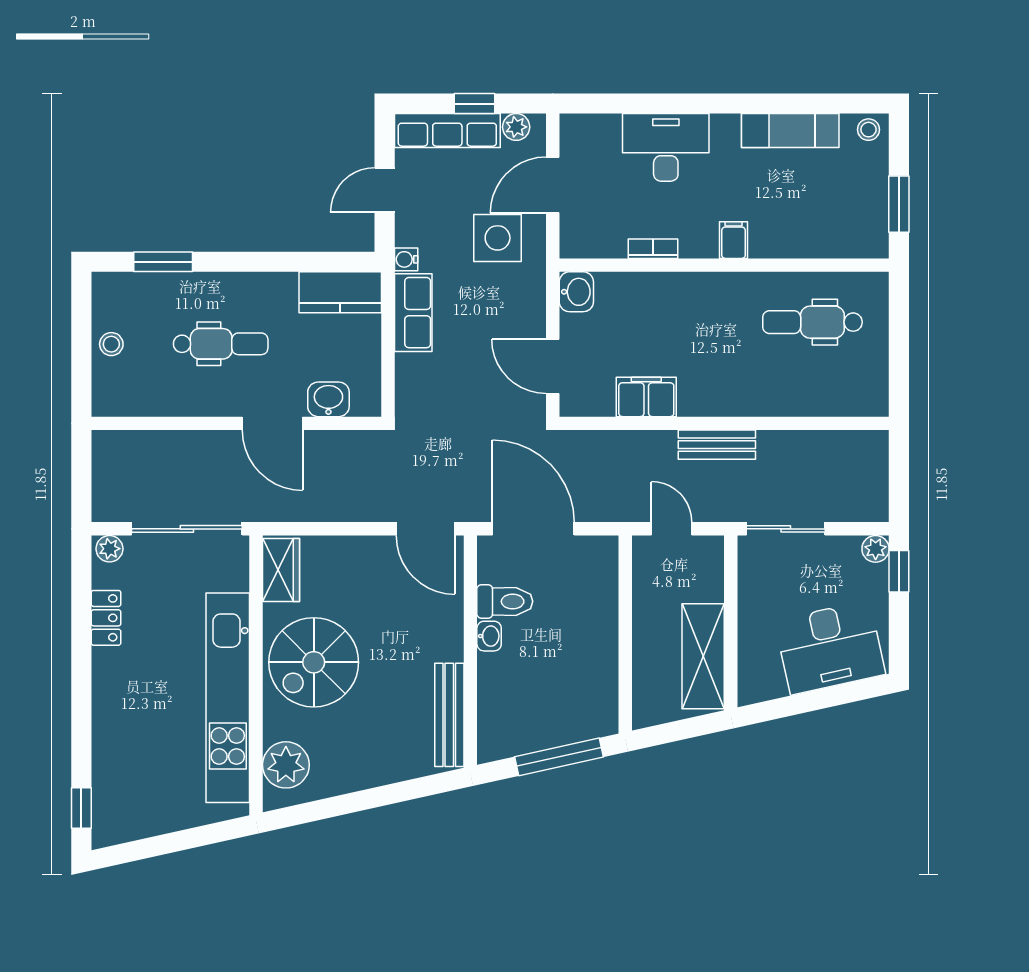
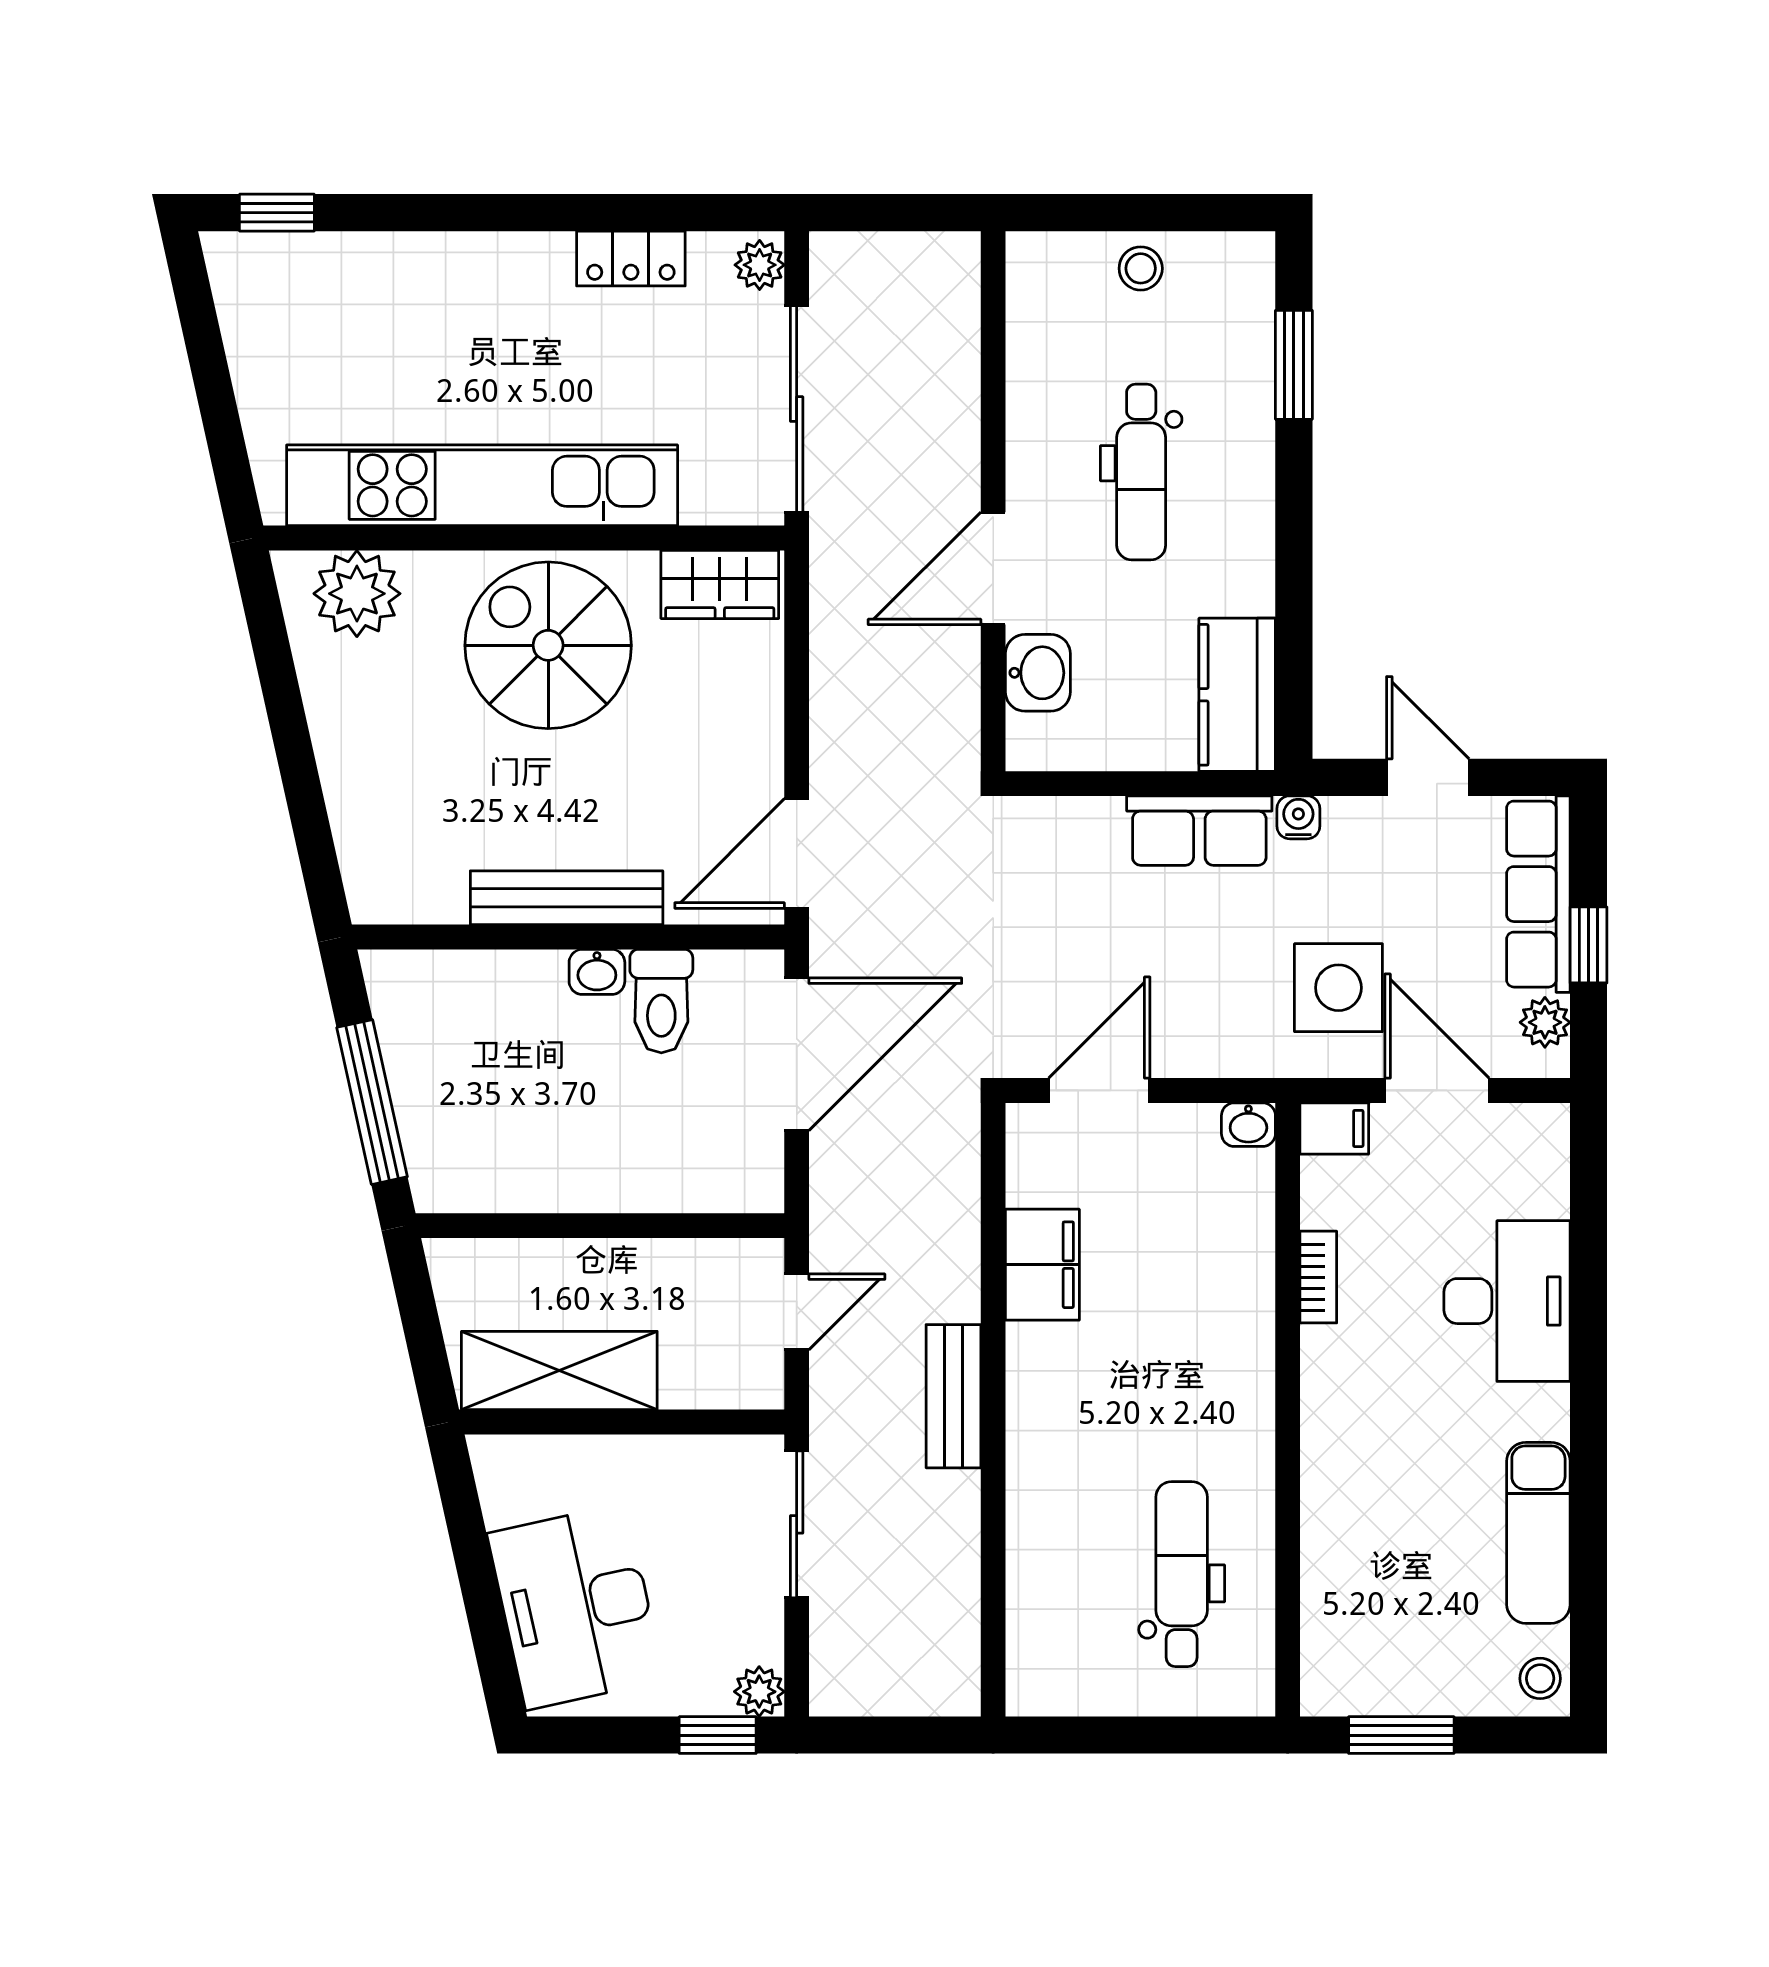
filing cabinet: (734, 240) -> (1334, 1128), moved
washbasin: (576, 292) -> (1248, 1125), width x0.72, depth x0.69
bench: (449, 715) -> (567, 898), moved

